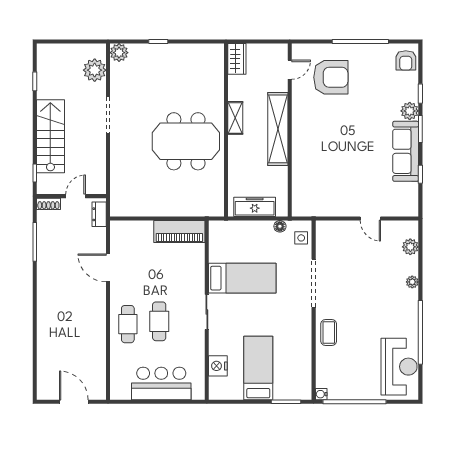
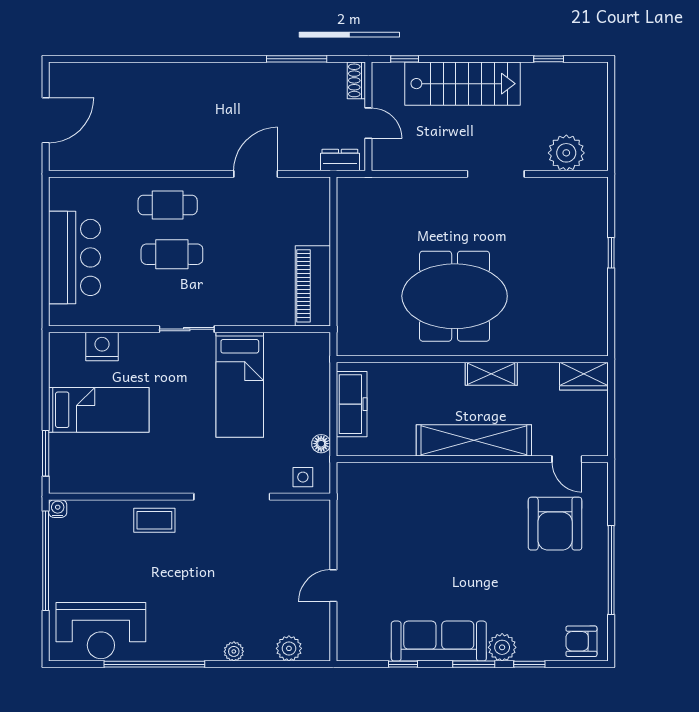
plant: (119, 53) -> (594, 191), removed
meeting table: (186, 141) -> (455, 296), turned 90

